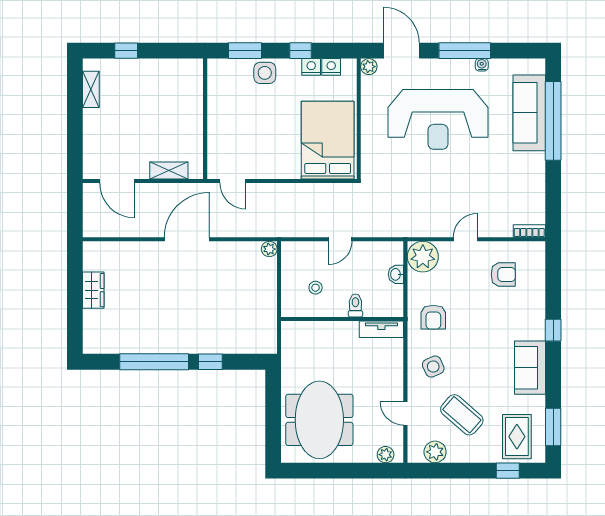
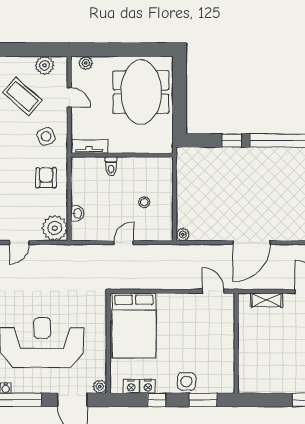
toilet: (355, 305) -> (111, 166), moved
wall: (342, 319) -> (122, 155), moved
tv unit: (381, 329) -> (89, 146), moved

